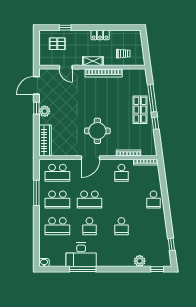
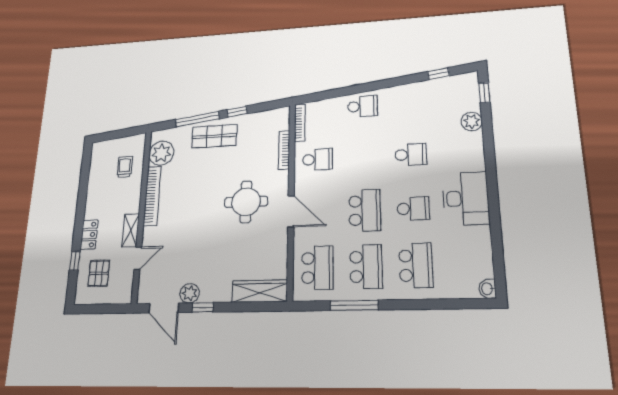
locker: (100, 35) -> (89, 235), moved
shelving: (93, 61) -> (131, 231), moved
plant: (131, 77) -> (161, 153), added
plant: (45, 111) -> (190, 293), moved
desk: (81, 255) -> (466, 198), moved
window: (83, 269) -> (495, 217), removed

